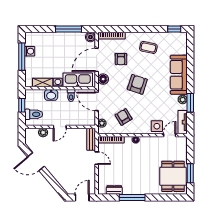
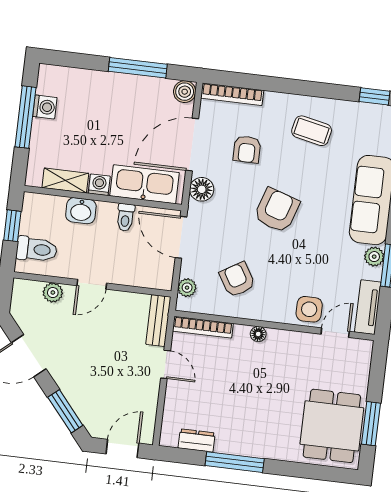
window: (55, 184) -> (65, 411), added

